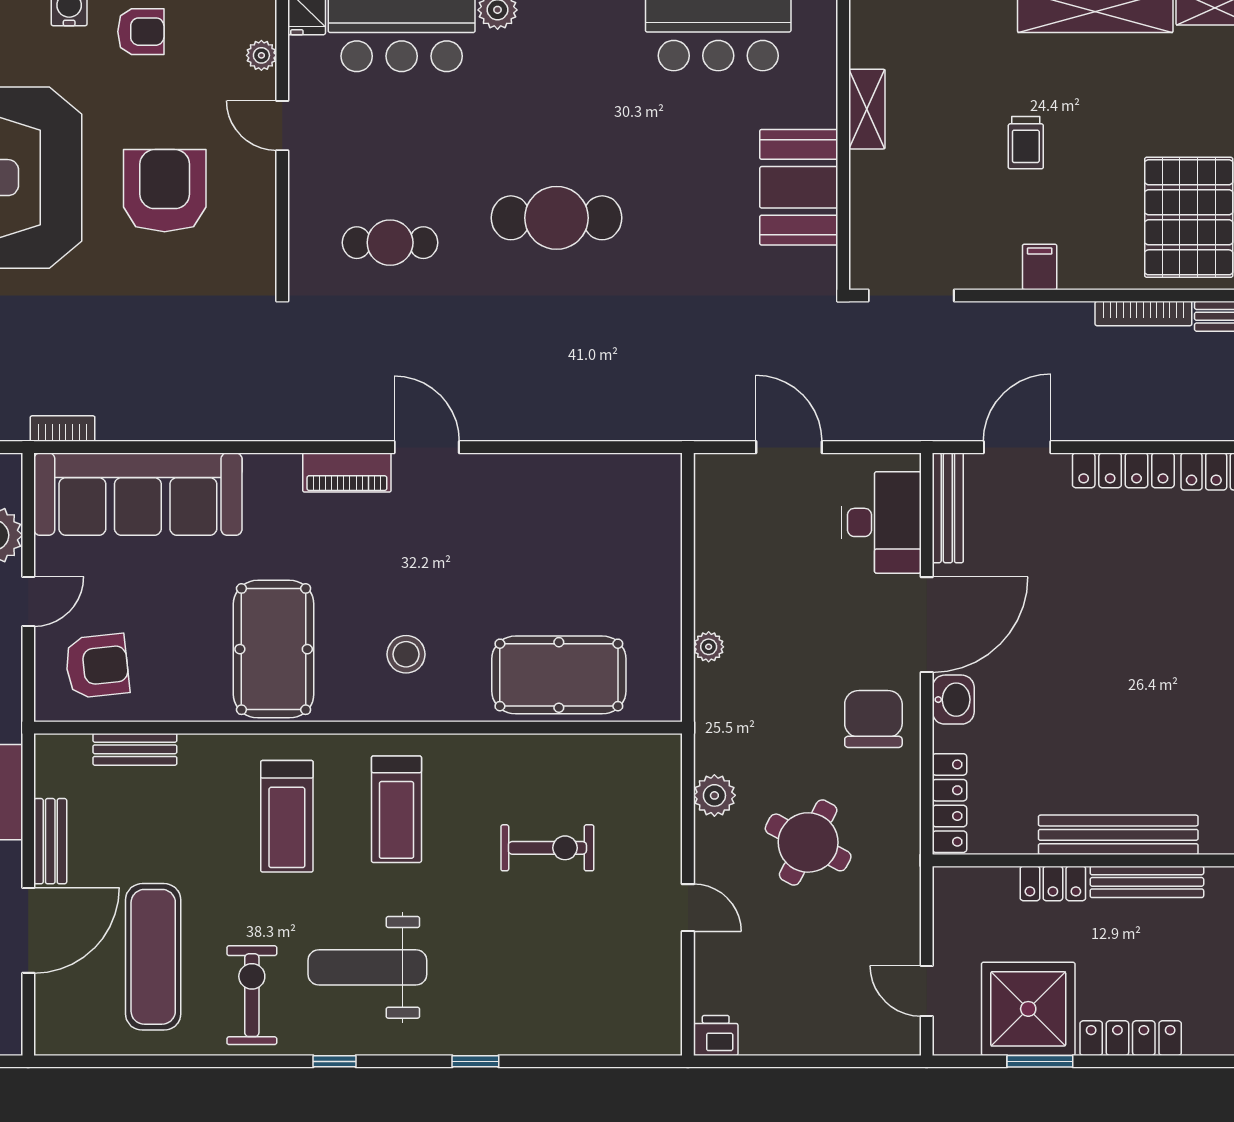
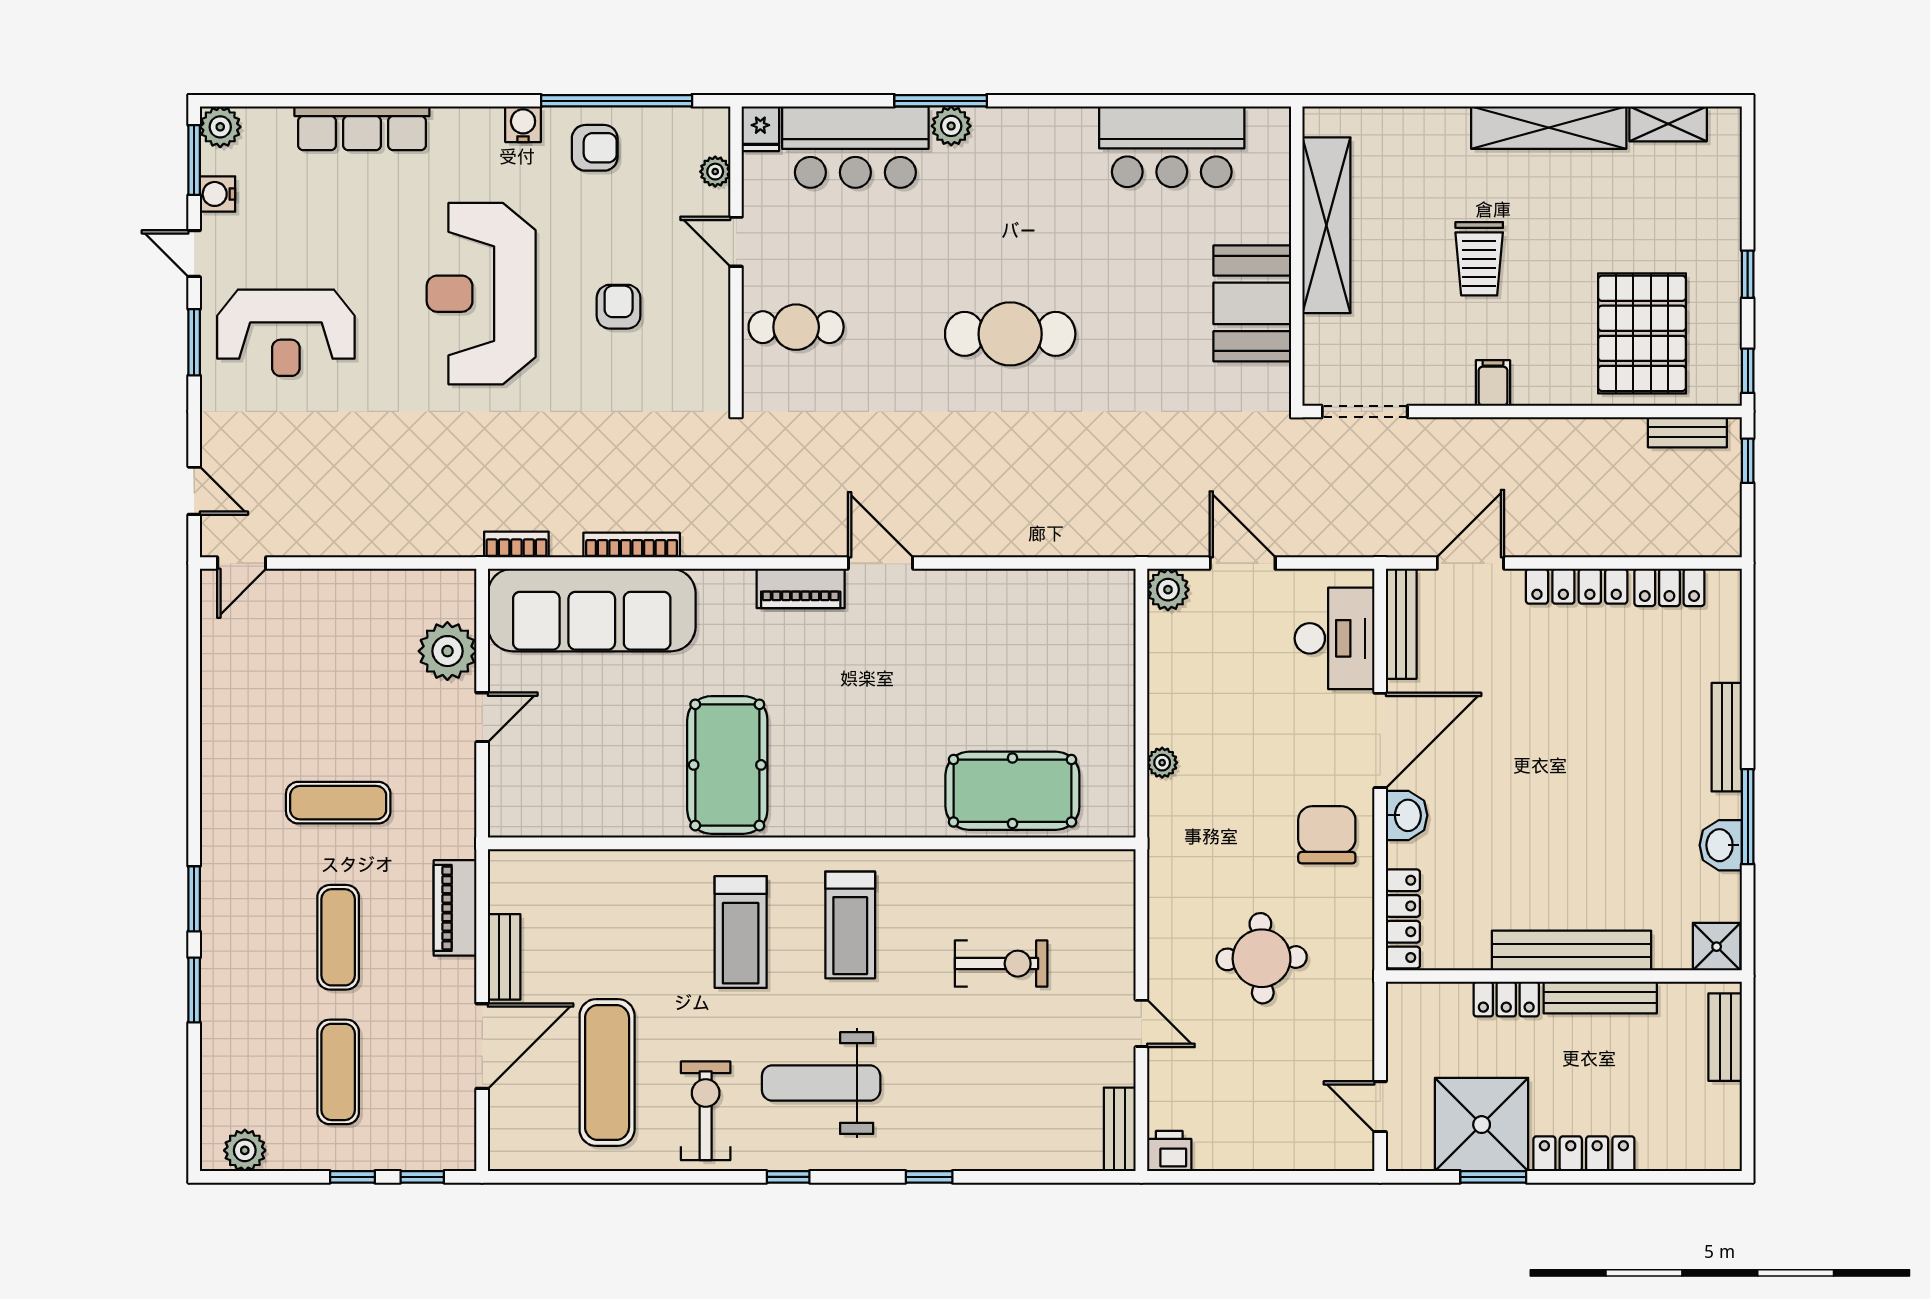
shelving: (867, 109) -> (1326, 225), width x2.20, depth x1.33
trolley: (1026, 143) -> (1479, 259), width x1.36, depth x1.39
armchair: (165, 191) -> (619, 307), width x0.53, depth x0.53
cafe table: (390, 243) -> (796, 327), moved
bookcase: (1143, 313) -> (632, 545), moved, turned 180
stool: (406, 654) -> (860, 770), removed
armchair: (97, 666) -> (551, 782), removed
bench: (135, 749) -> (1120, 1129), moved, turned 90
plant: (714, 795) -> (1168, 590), moved
round table: (808, 842) -> (1262, 958), turned -30

